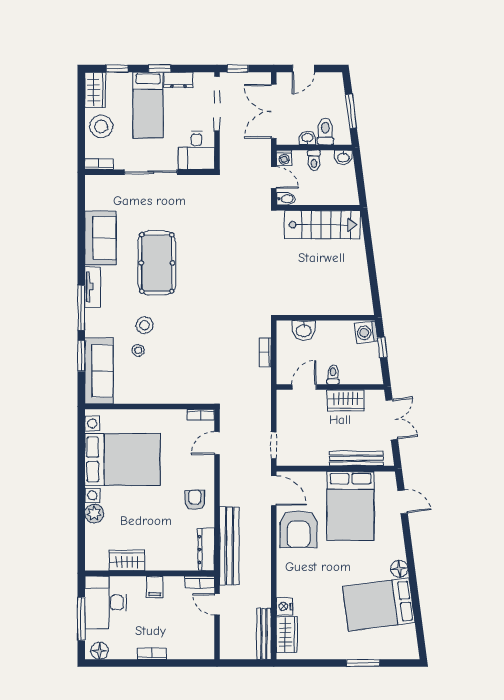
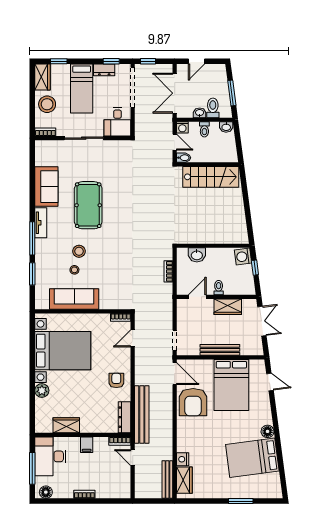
window: (160, 68) -> (111, 61), moved
sofa: (99, 371) -> (74, 299), moved, turned -90
bench: (356, 459) -> (220, 350), moved

